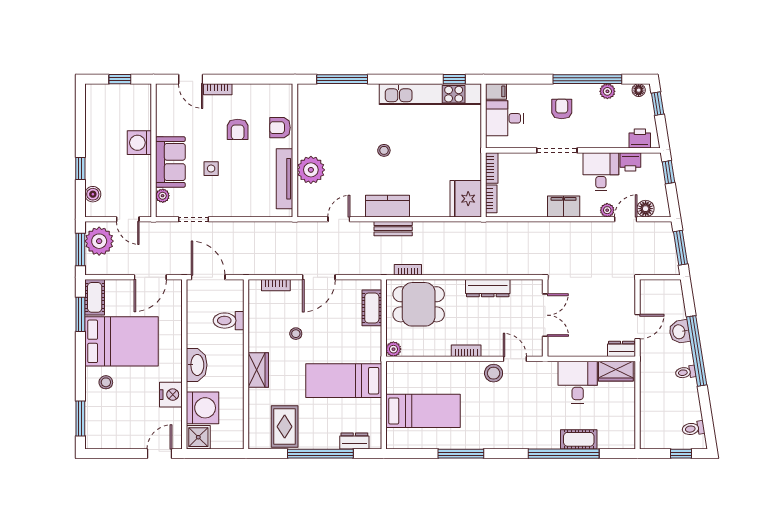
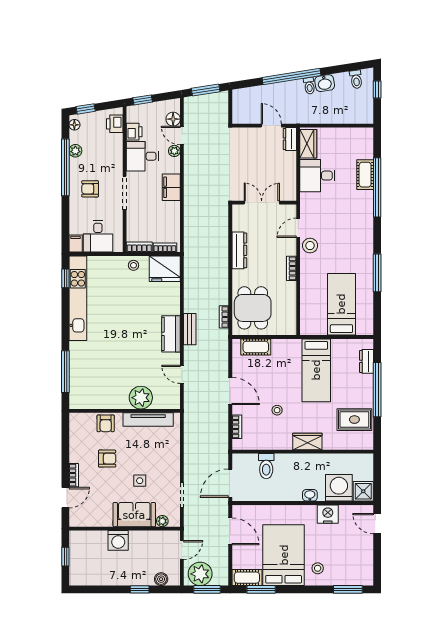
stool: (384, 150) -> (133, 265), moved
washbasin: (679, 332) -> (325, 83), moved
plant: (393, 349) -> (290, 329), removed
washbasin: (197, 365) -> (310, 495), width x0.52, depth x0.69

